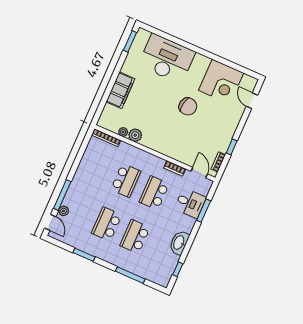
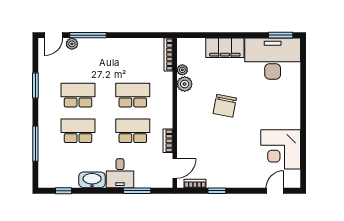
desk: (167, 59) -> (273, 59), moved, turned -90
chair: (188, 106) -> (225, 106), moved
school desk: (126, 180) -> (133, 95), turned 180
desk: (190, 203) -> (120, 173), moved

